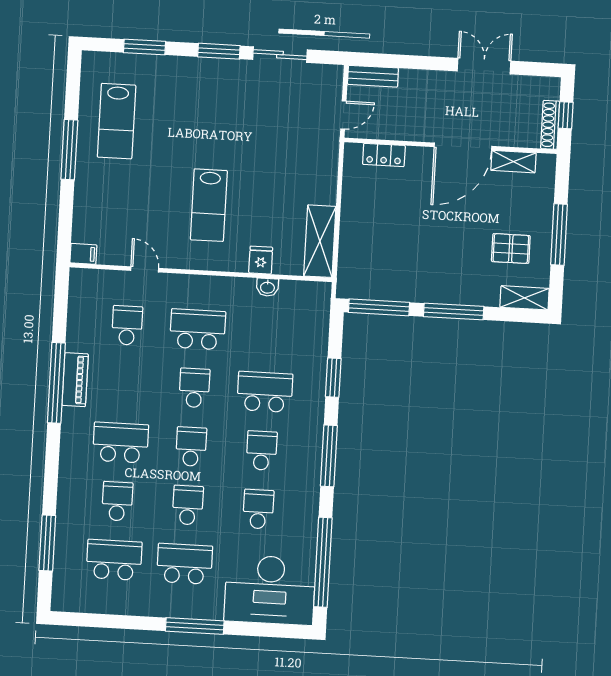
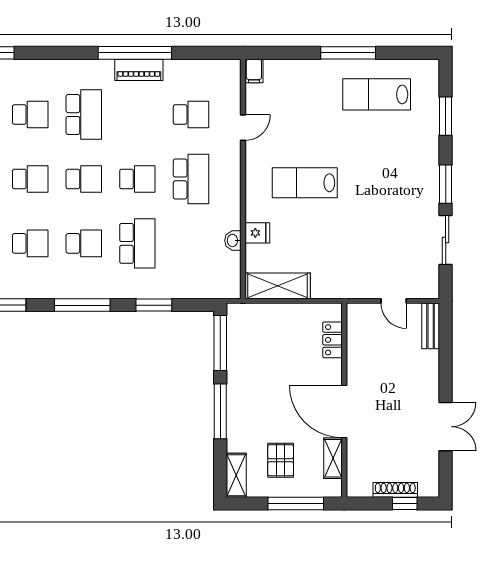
wall: (451, 146) -> (344, 400), moved
door: (463, 147) -> (344, 411), moved
locker: (384, 155) -> (333, 340), moved
shelving: (513, 162) -> (333, 458), moved

